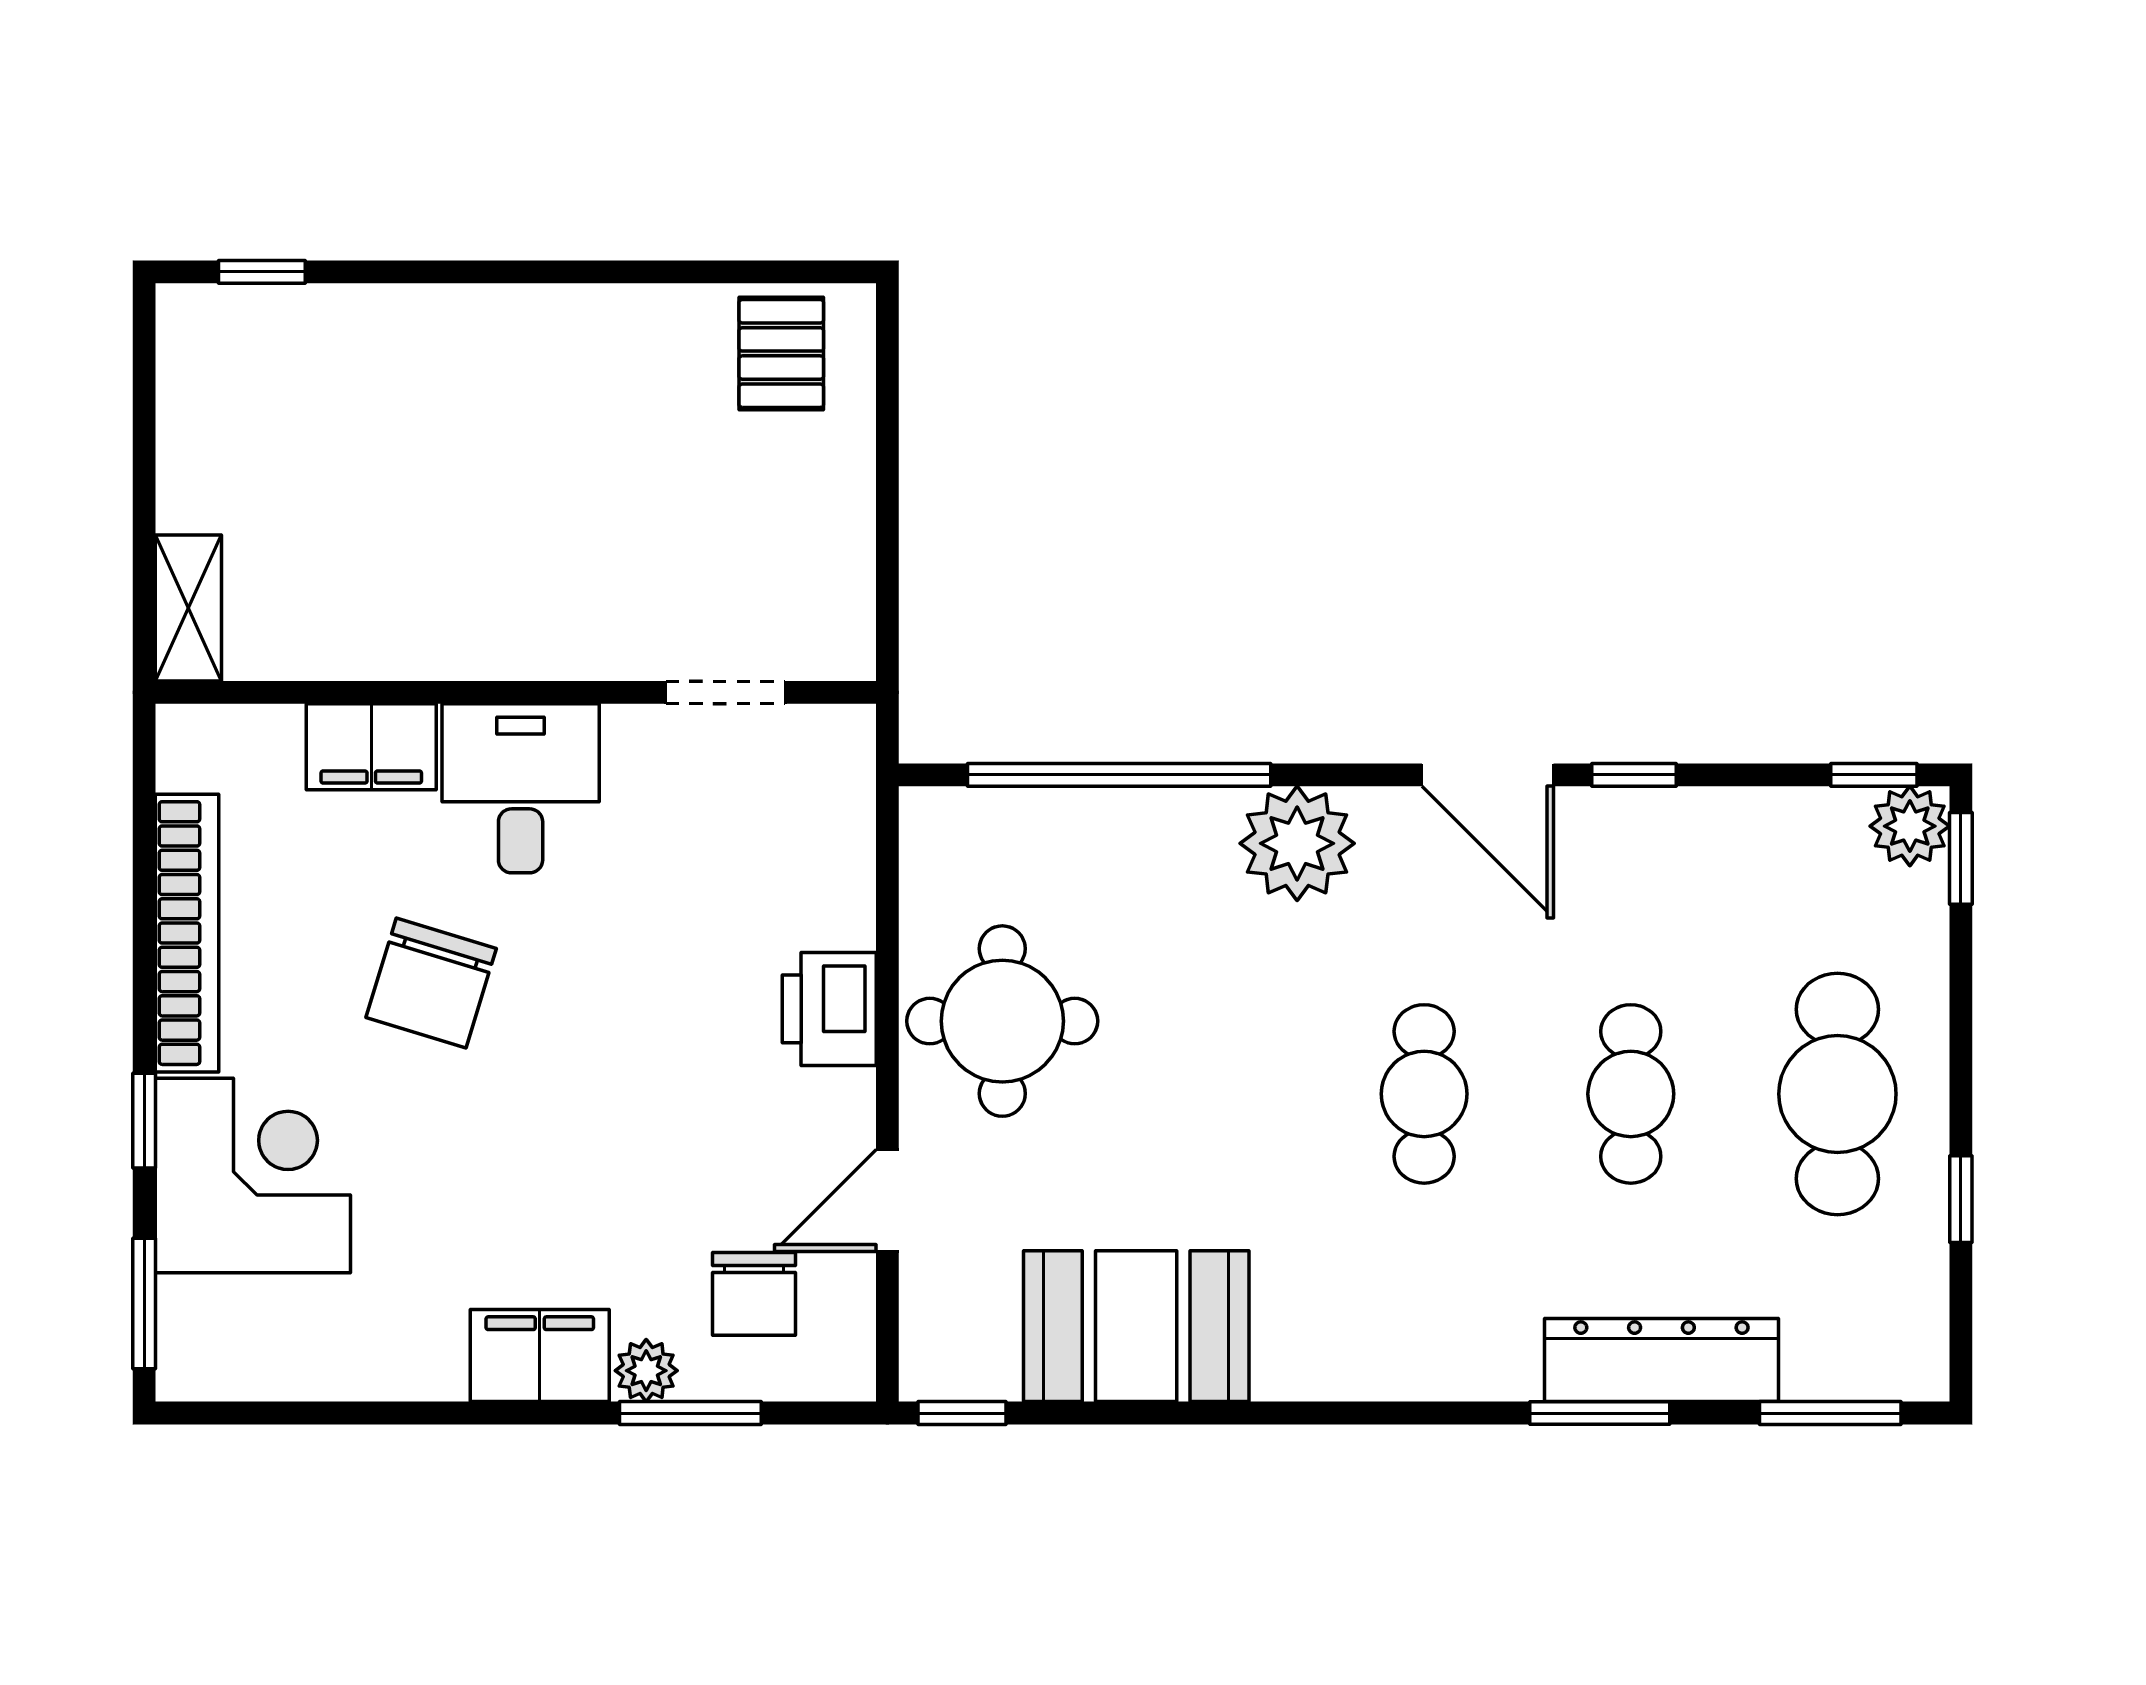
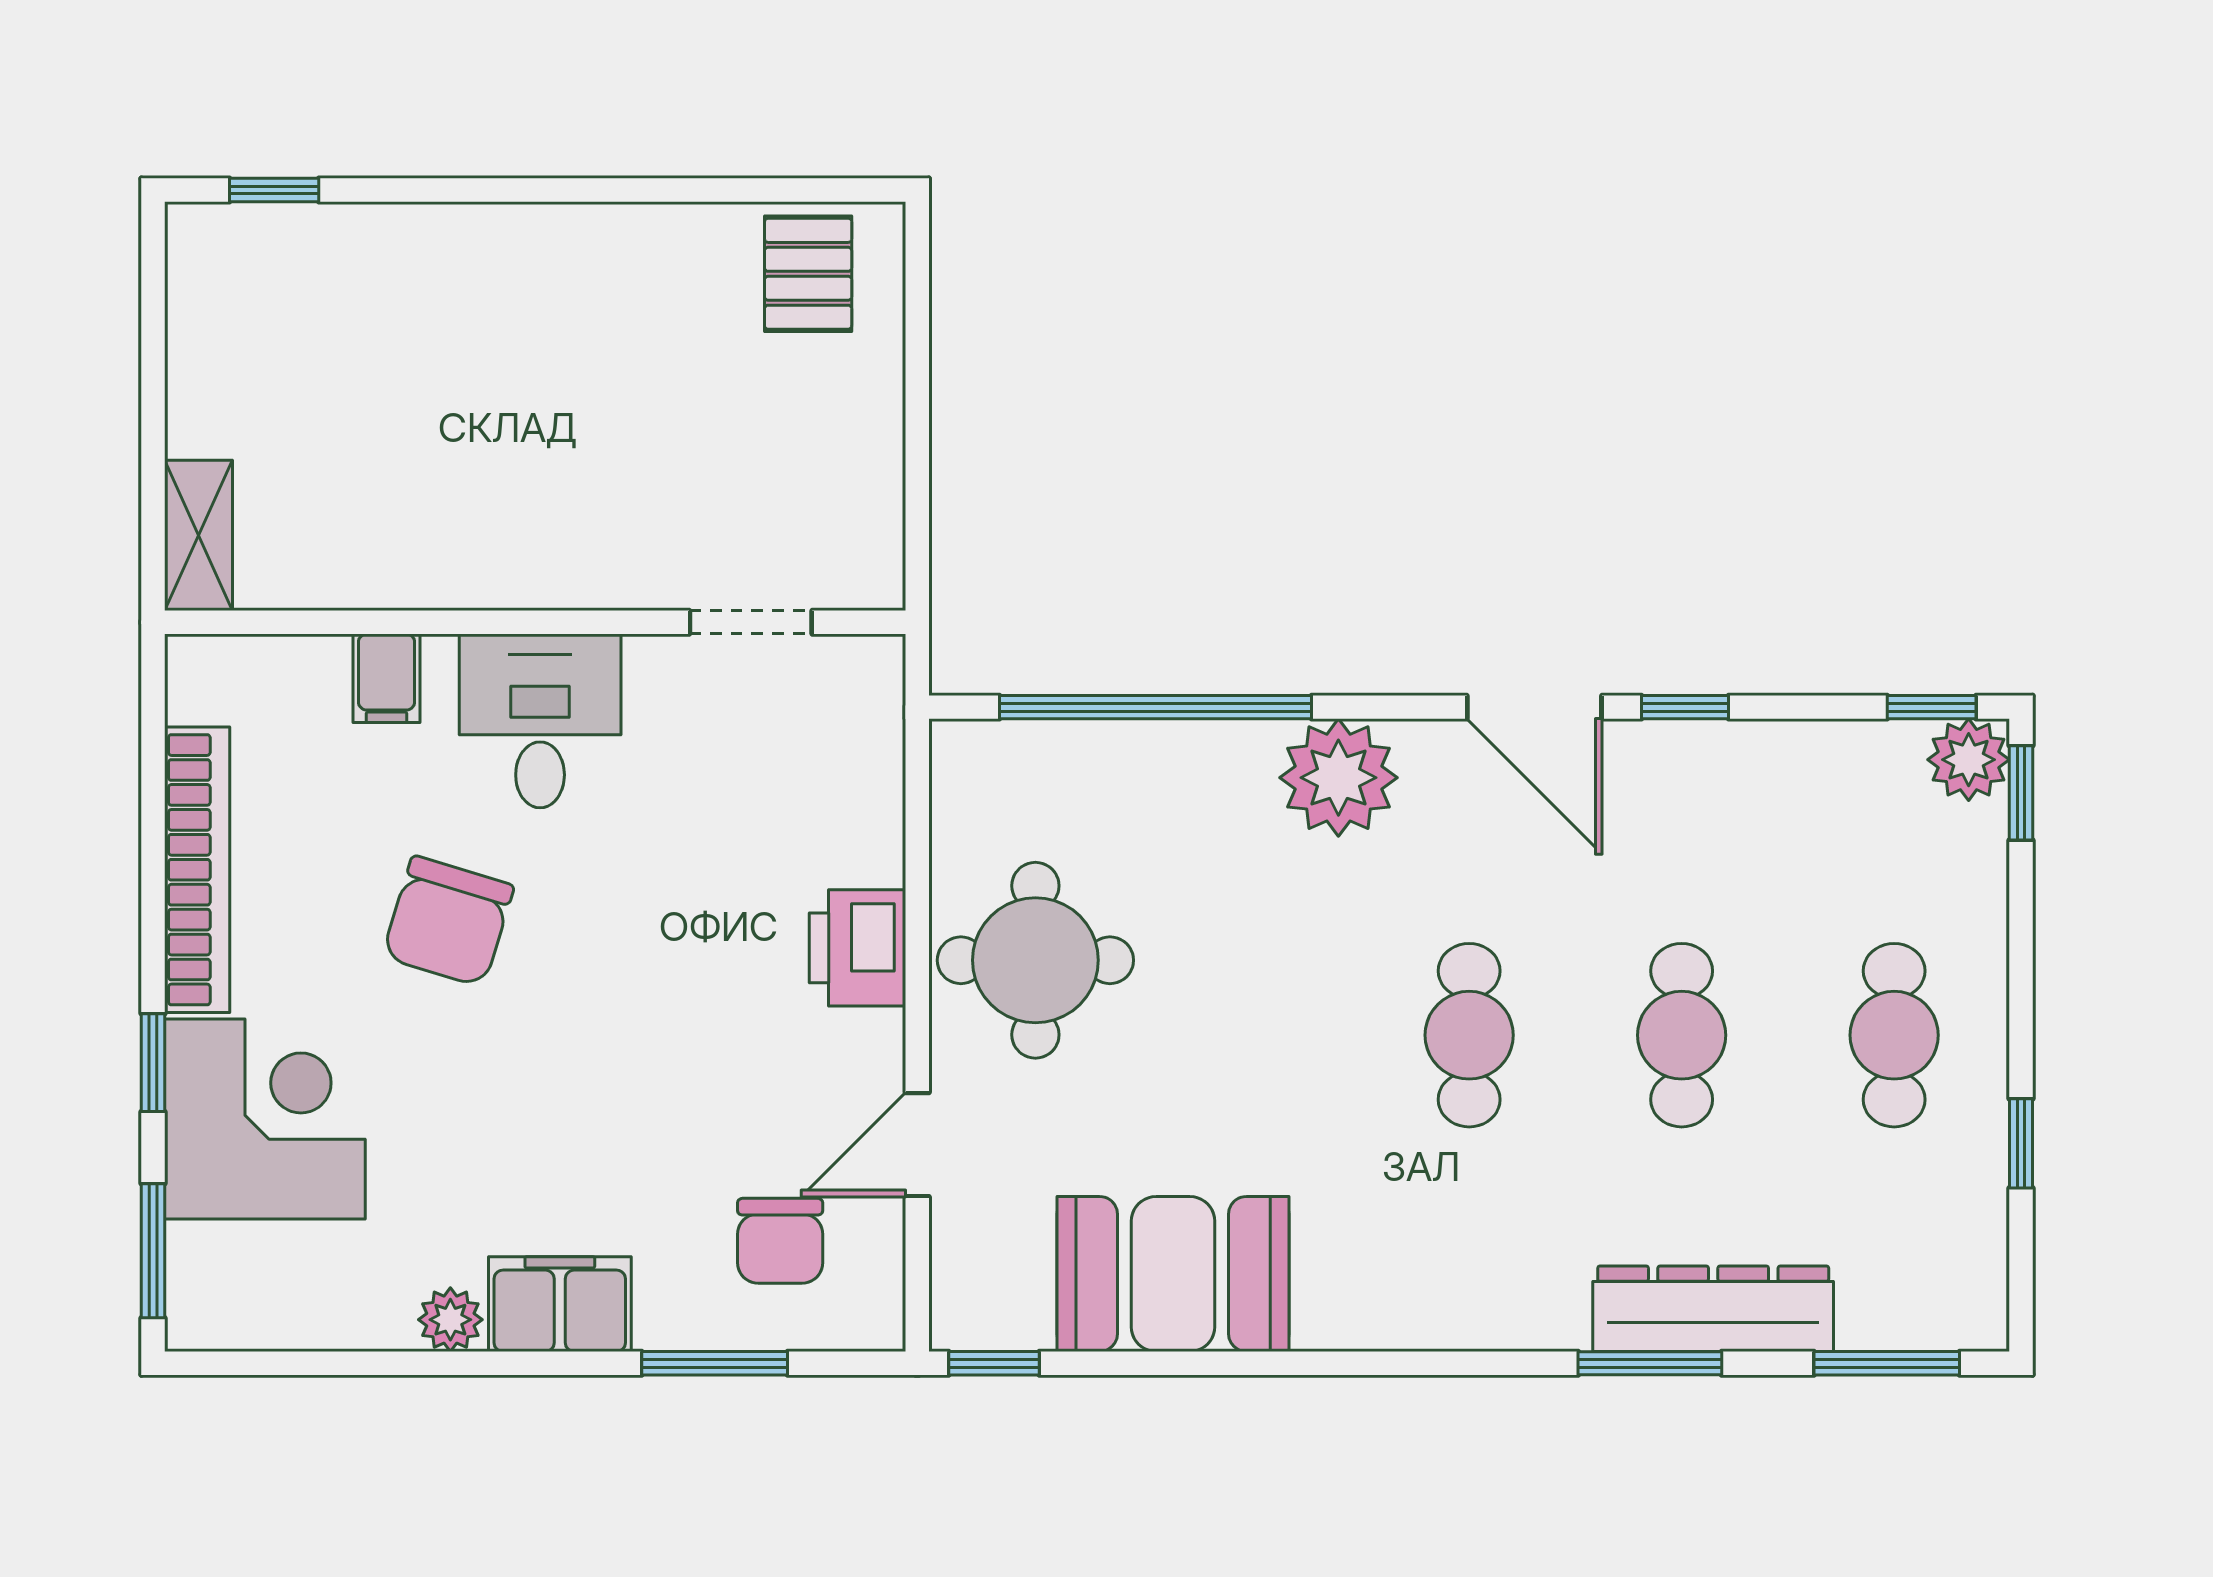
filing cabinet: (371, 747) -> (387, 678), width x0.50
cafe table: (1837, 1094) -> (1894, 1035), width x0.73, depth x0.74
plant: (646, 1371) -> (450, 1320), moved

